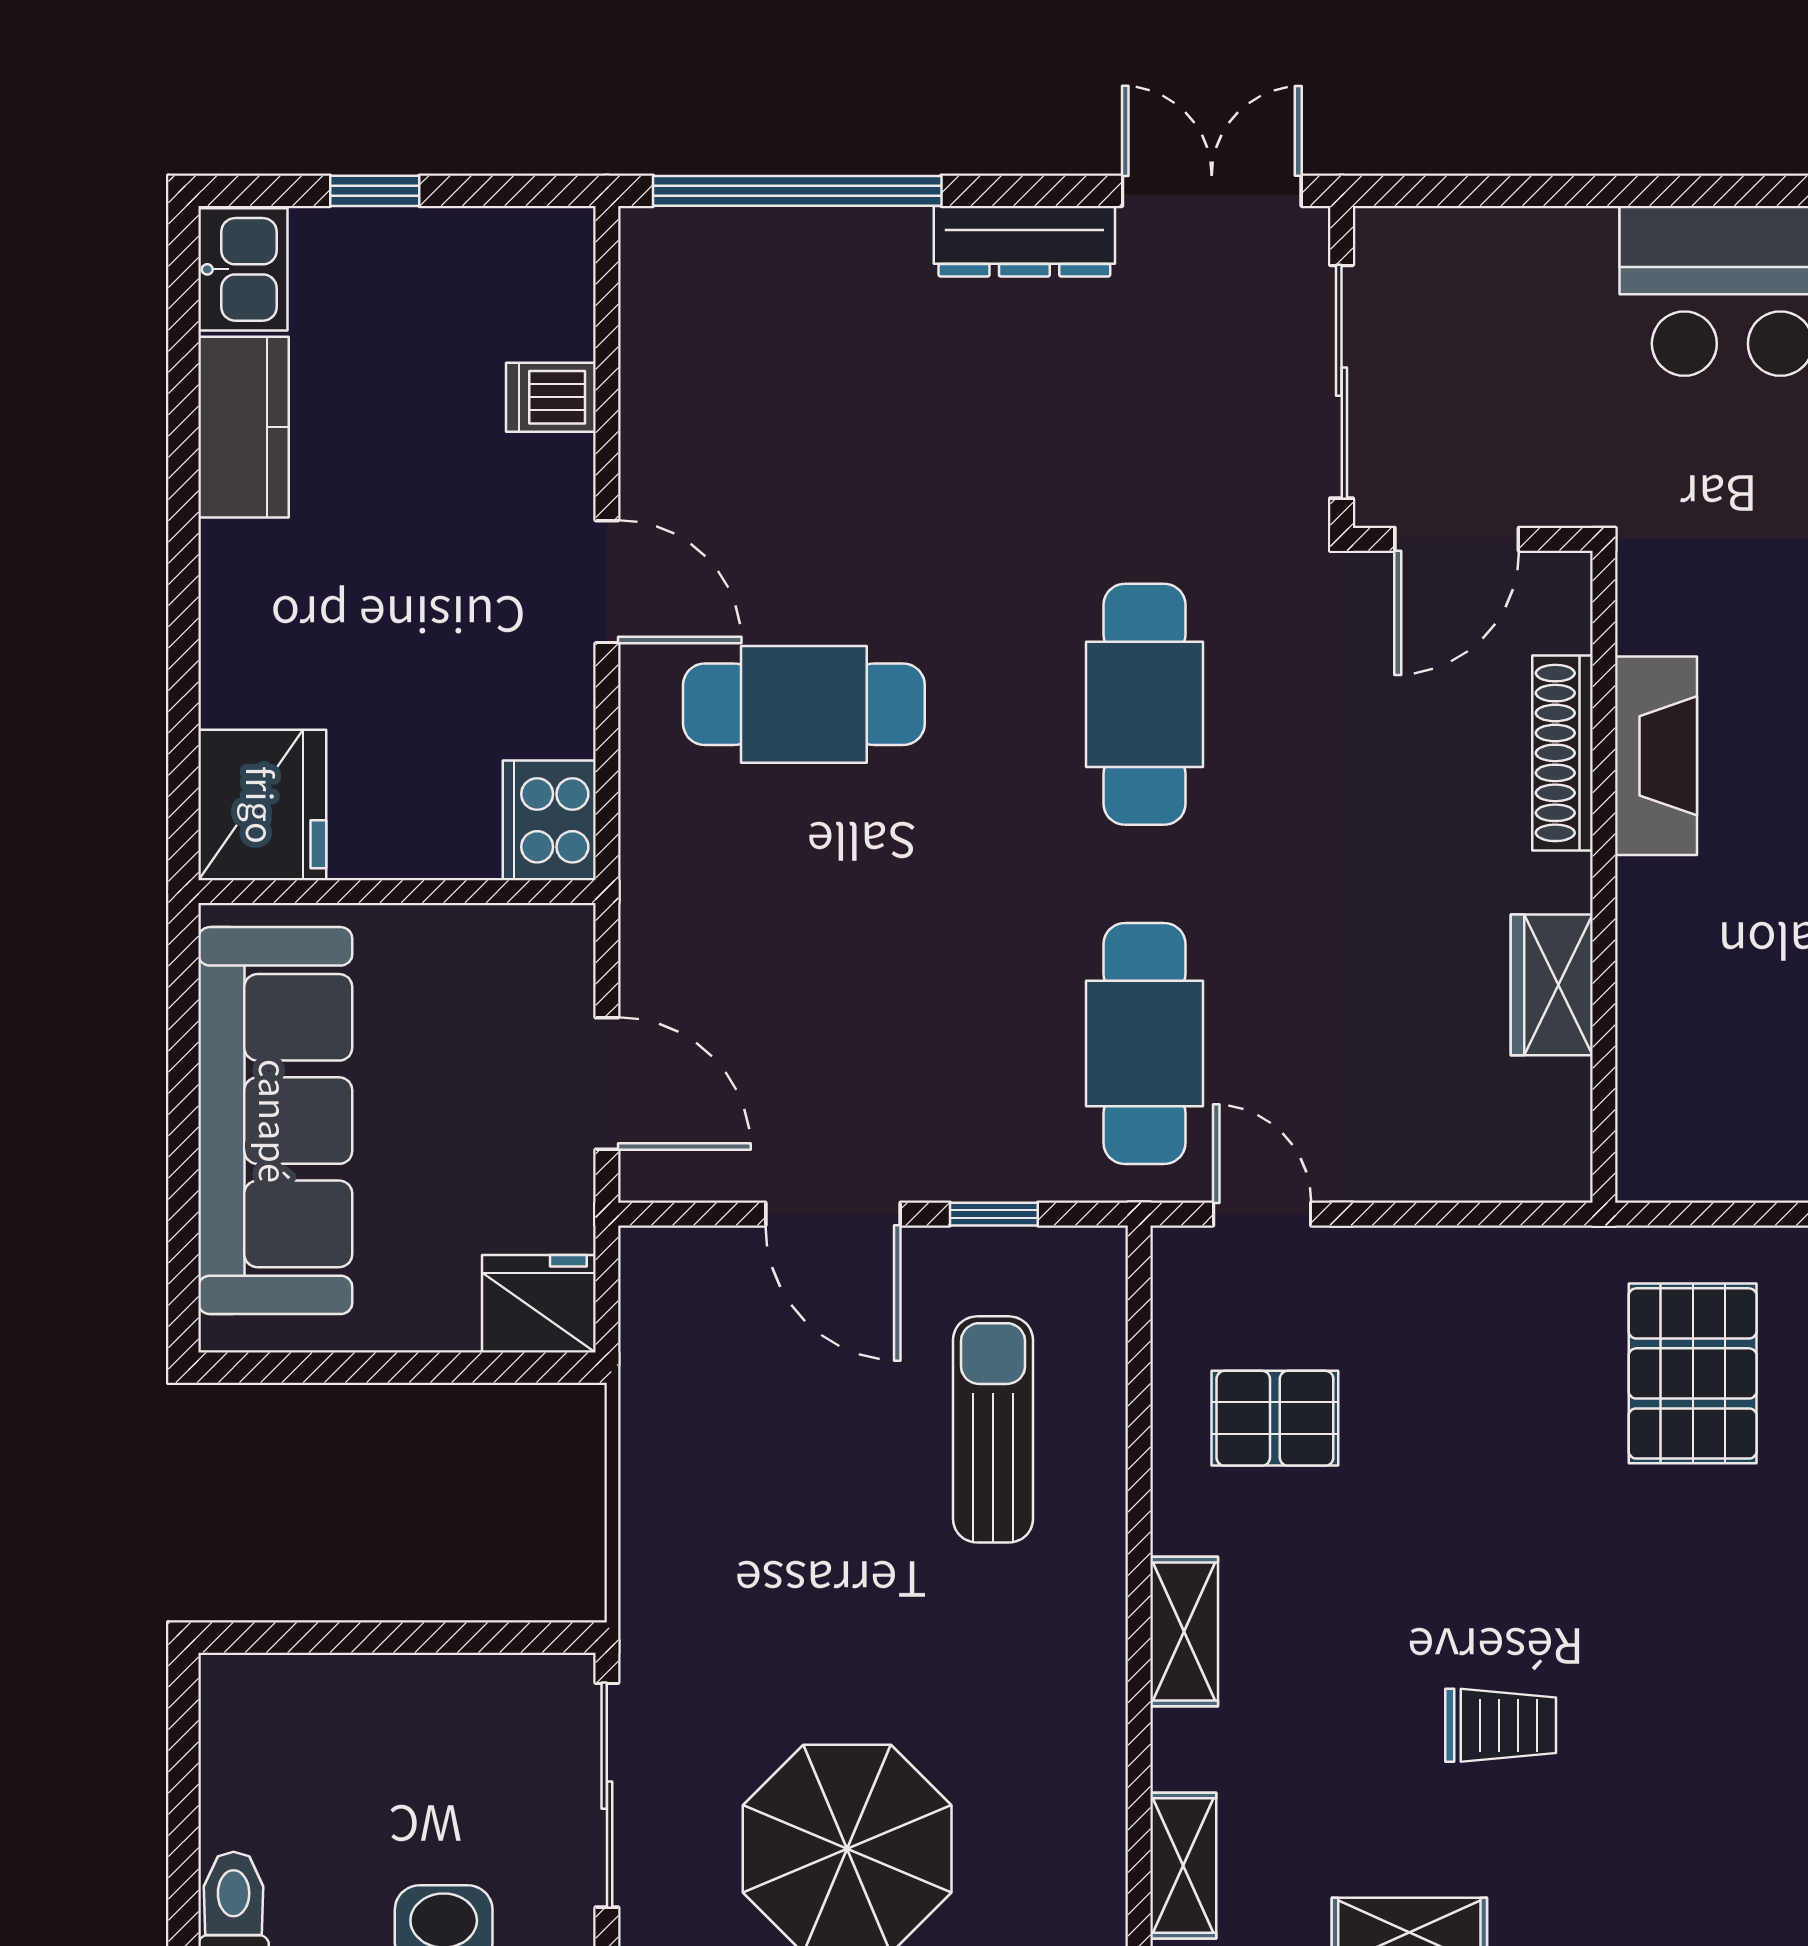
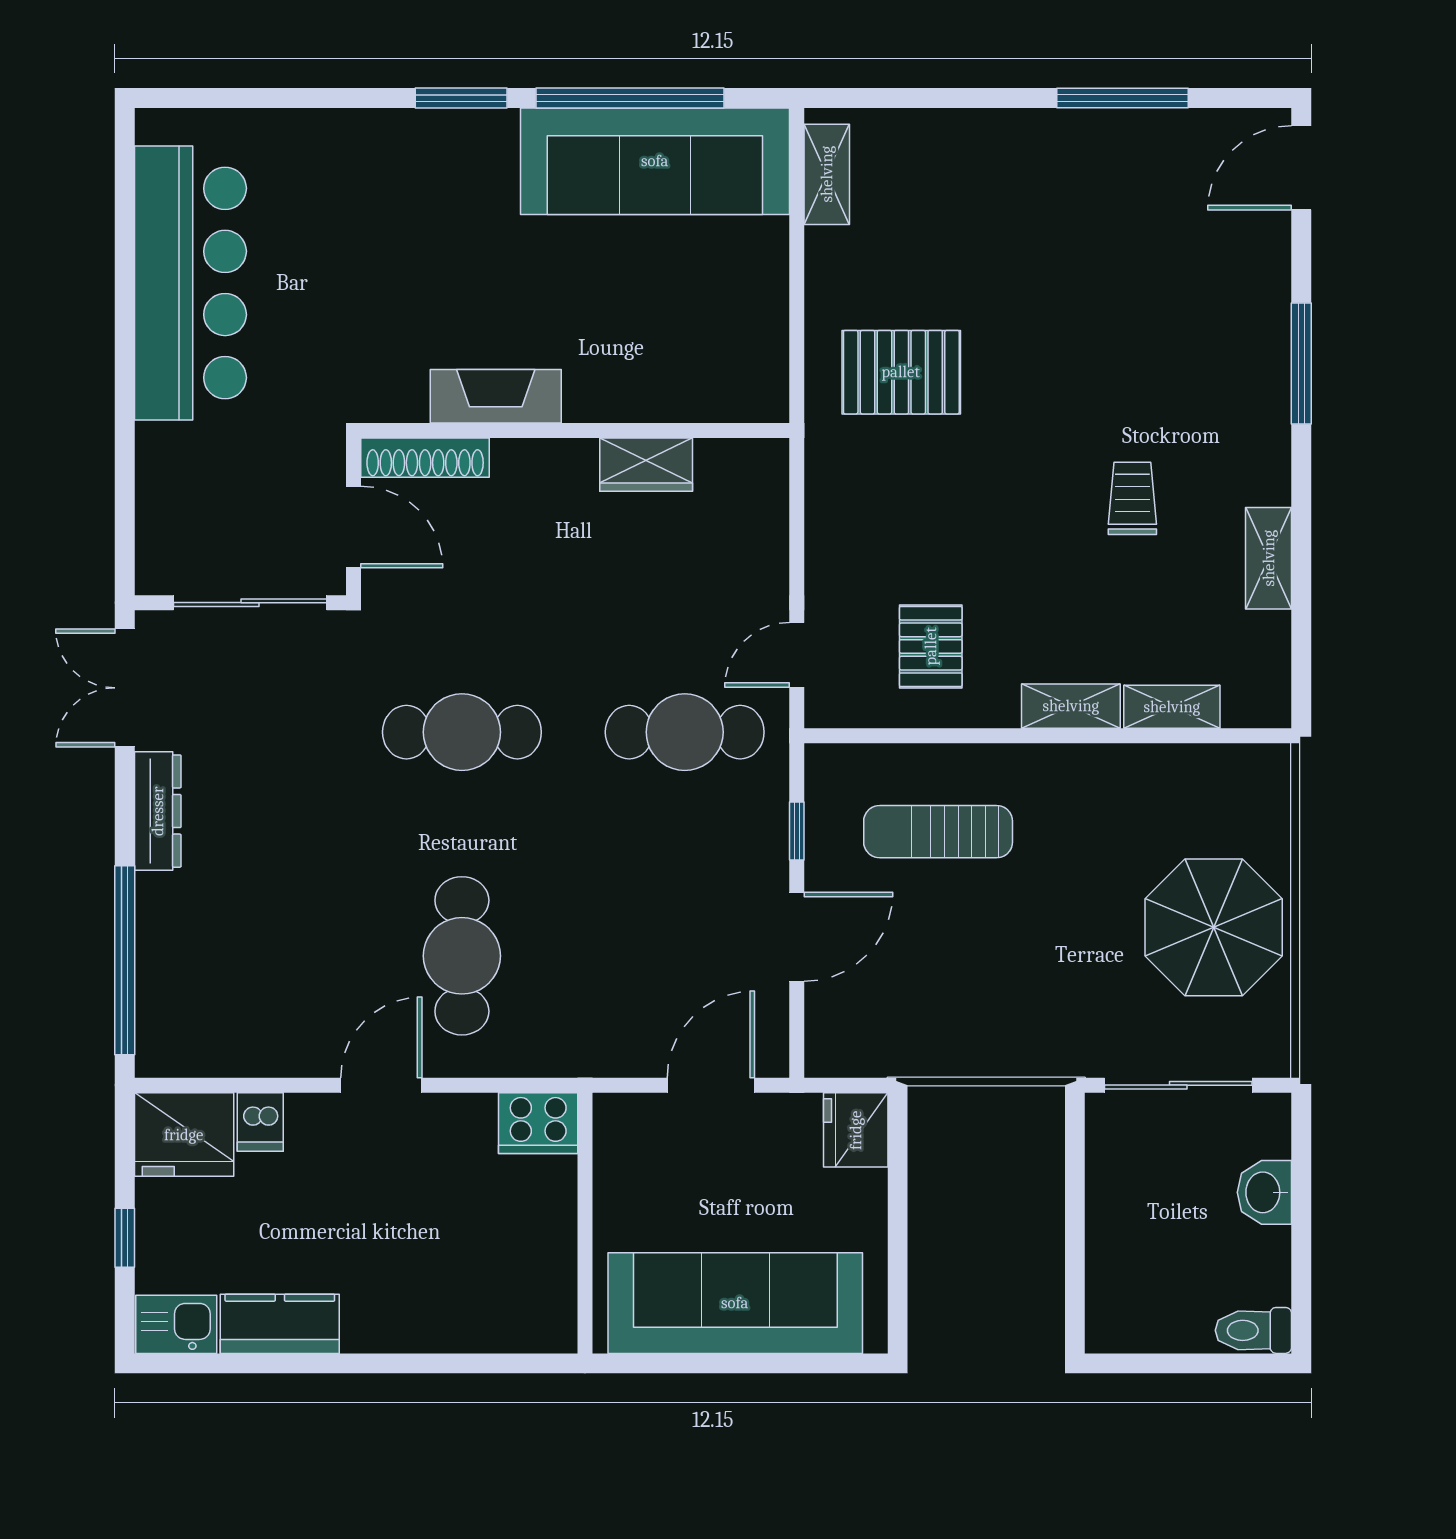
shoe rack: (1563, 753) -> (425, 458), moved
fridge: (262, 805) -> (184, 1135), moved, turned 180
shelving: (1183, 1866) -> (1172, 707), moved

